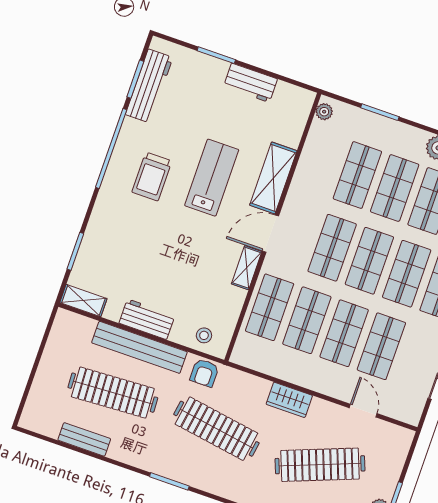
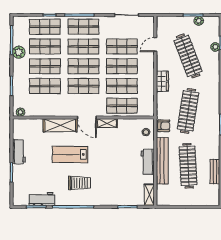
workbench: (149, 86) -> (42, 199), width x0.73

